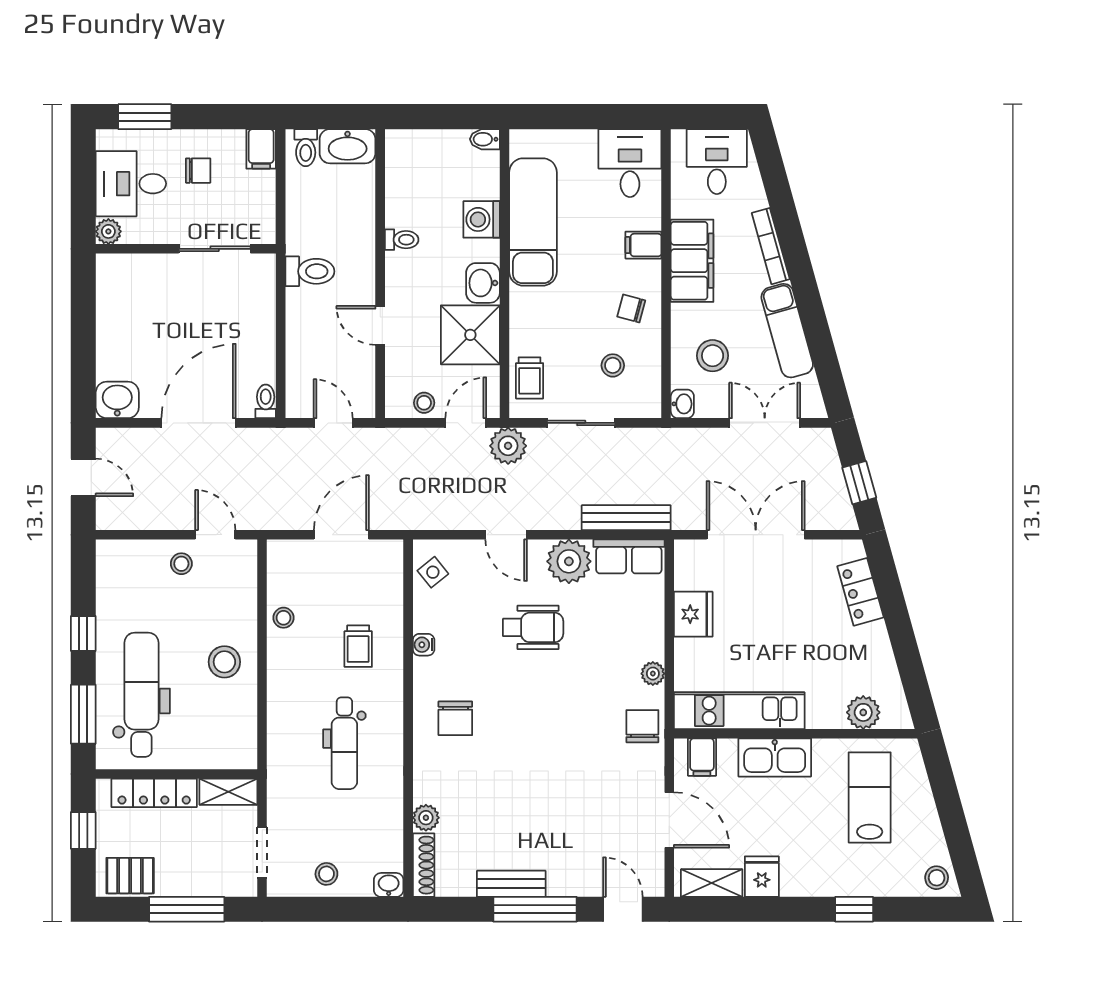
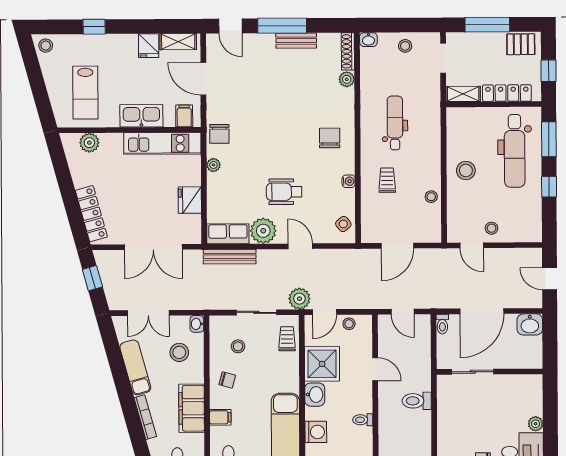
wall: (186, 249) -> (490, 372), moved
sliding door: (215, 249) -> (473, 372), moved
locker: (860, 592) -> (91, 214), width x1.53

